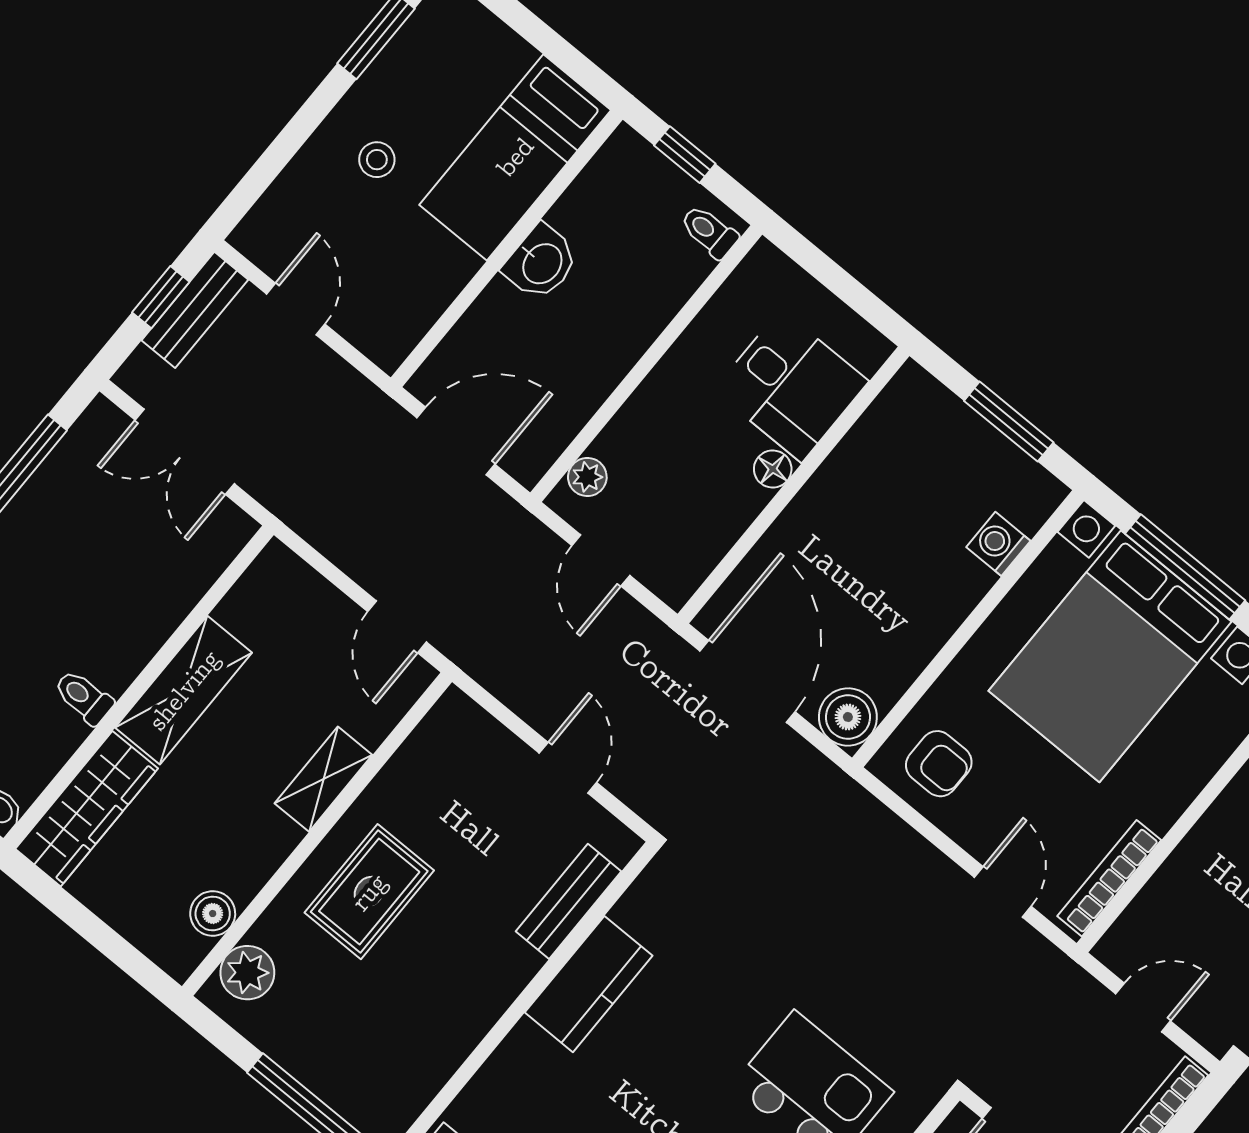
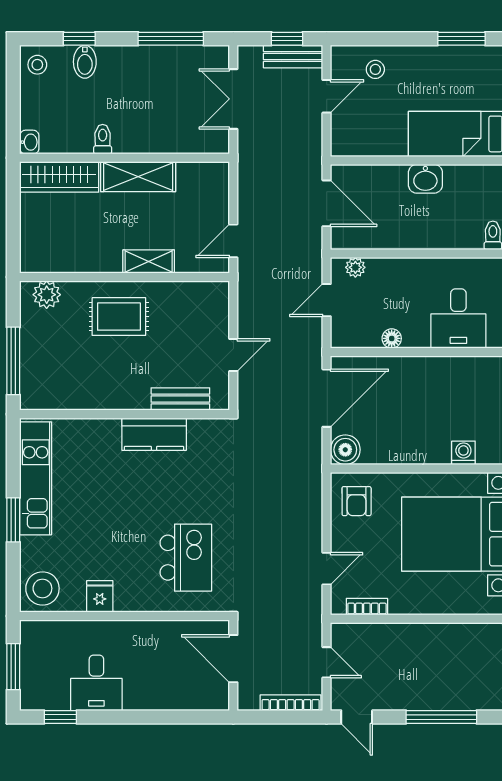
stool: (377, 160) -> (375, 69), moved
floor lamp: (773, 469) -> (392, 338), moved
bookcase: (1109, 878) -> (367, 607), width x0.64
boiler: (213, 914) -> (59, 261), removed

